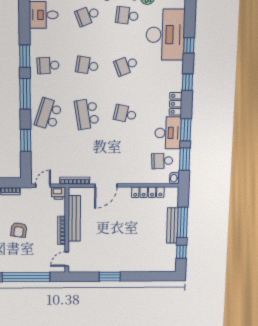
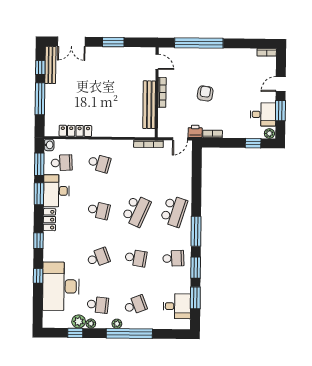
school desk: (87, 114) -> (136, 211), turned 33
window: (26, 140) -> (195, 298), moved
school desk: (124, 161) -> (99, 163), added
door: (106, 186) -> (117, 138), removed
printer: (59, 193) -> (195, 131), moved
bench: (172, 225) -> (50, 65), moved
door: (67, 259) -> (157, 62), hinge flipped
double door: (150, 276) -> (71, 42), added

